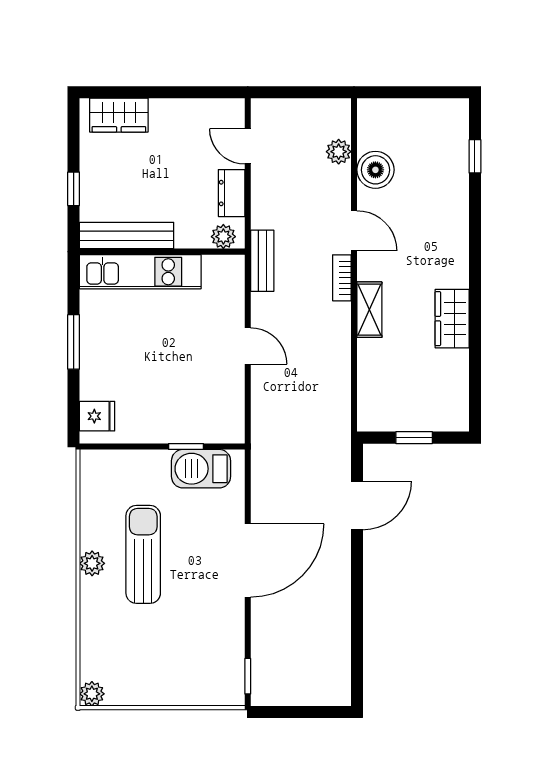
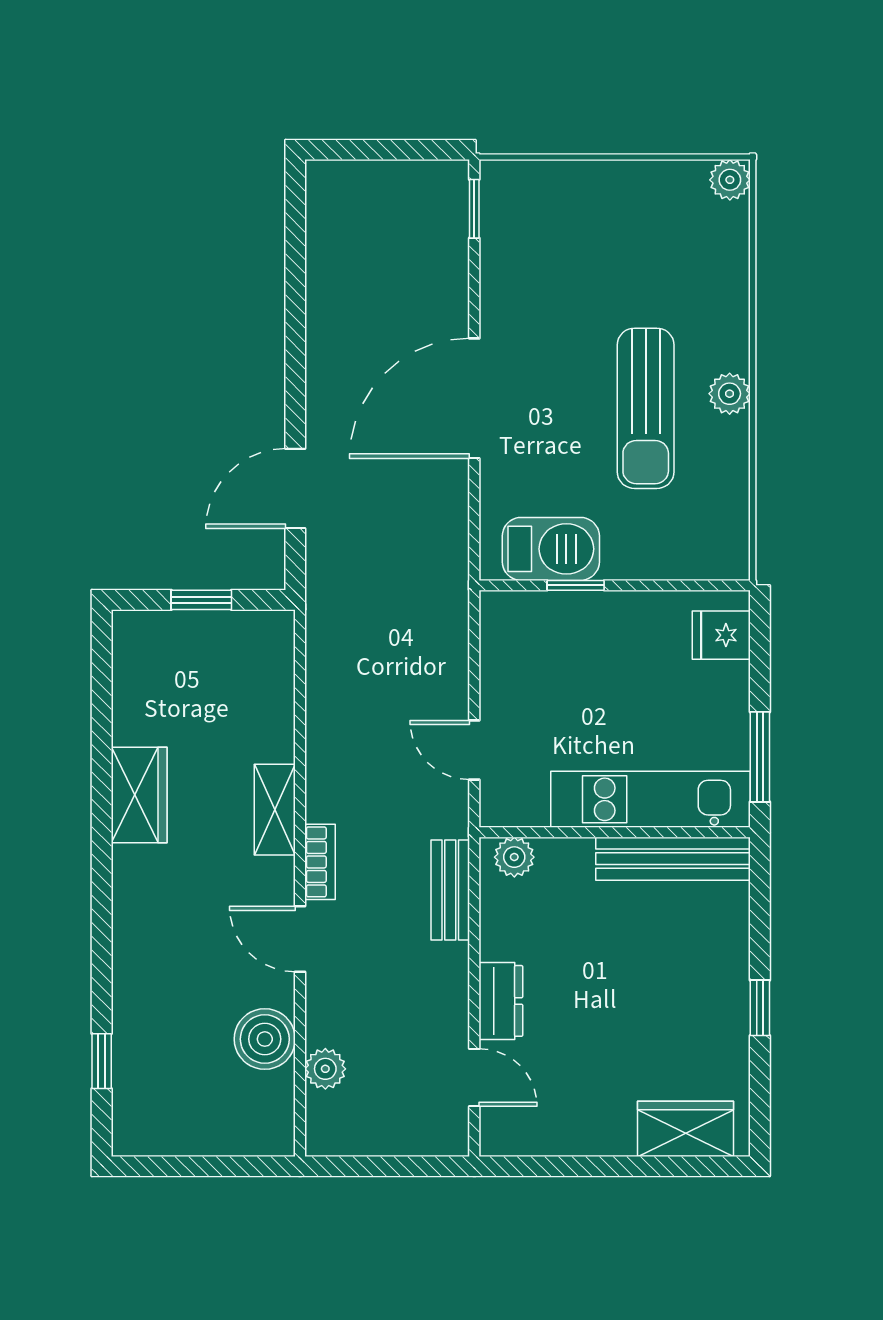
bench: (127, 236) -> (673, 859), moved
plant: (223, 237) -> (514, 857), moved
wall: (162, 252) -> (615, 832), moved
kitchen unit: (140, 272) -> (651, 799), moved

